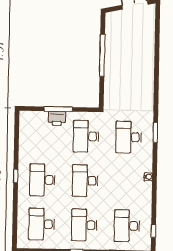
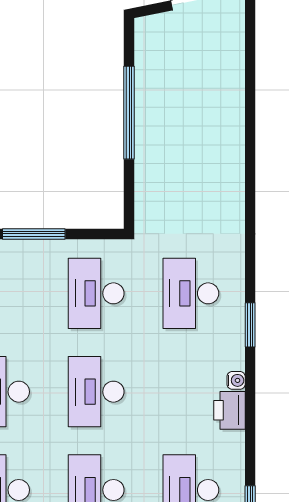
printer: (57, 118) -> (229, 410), moved, turned 90
window: (155, 132) -> (250, 325), moved

